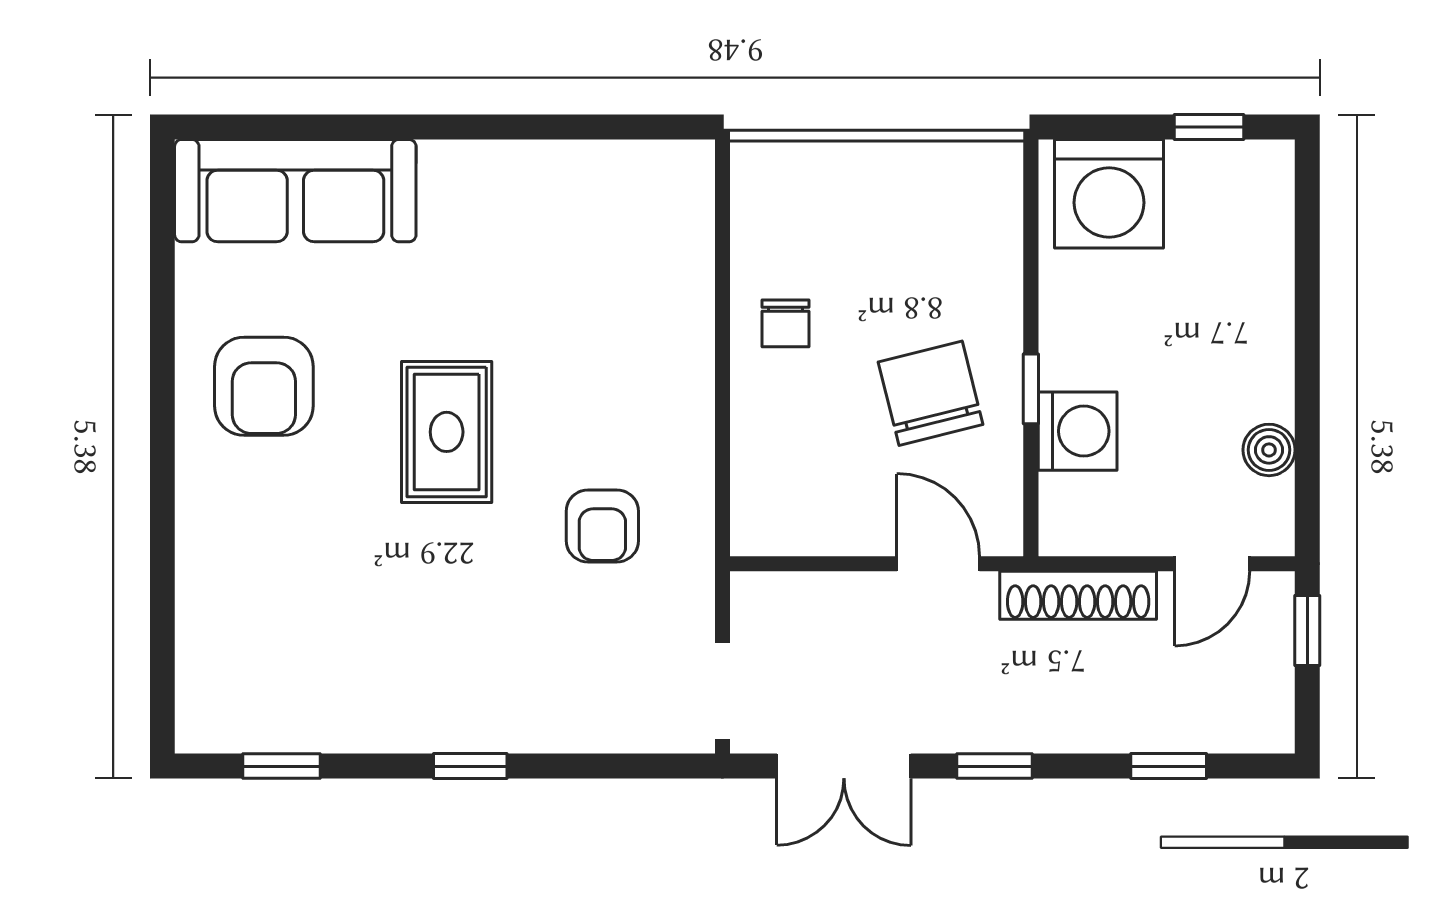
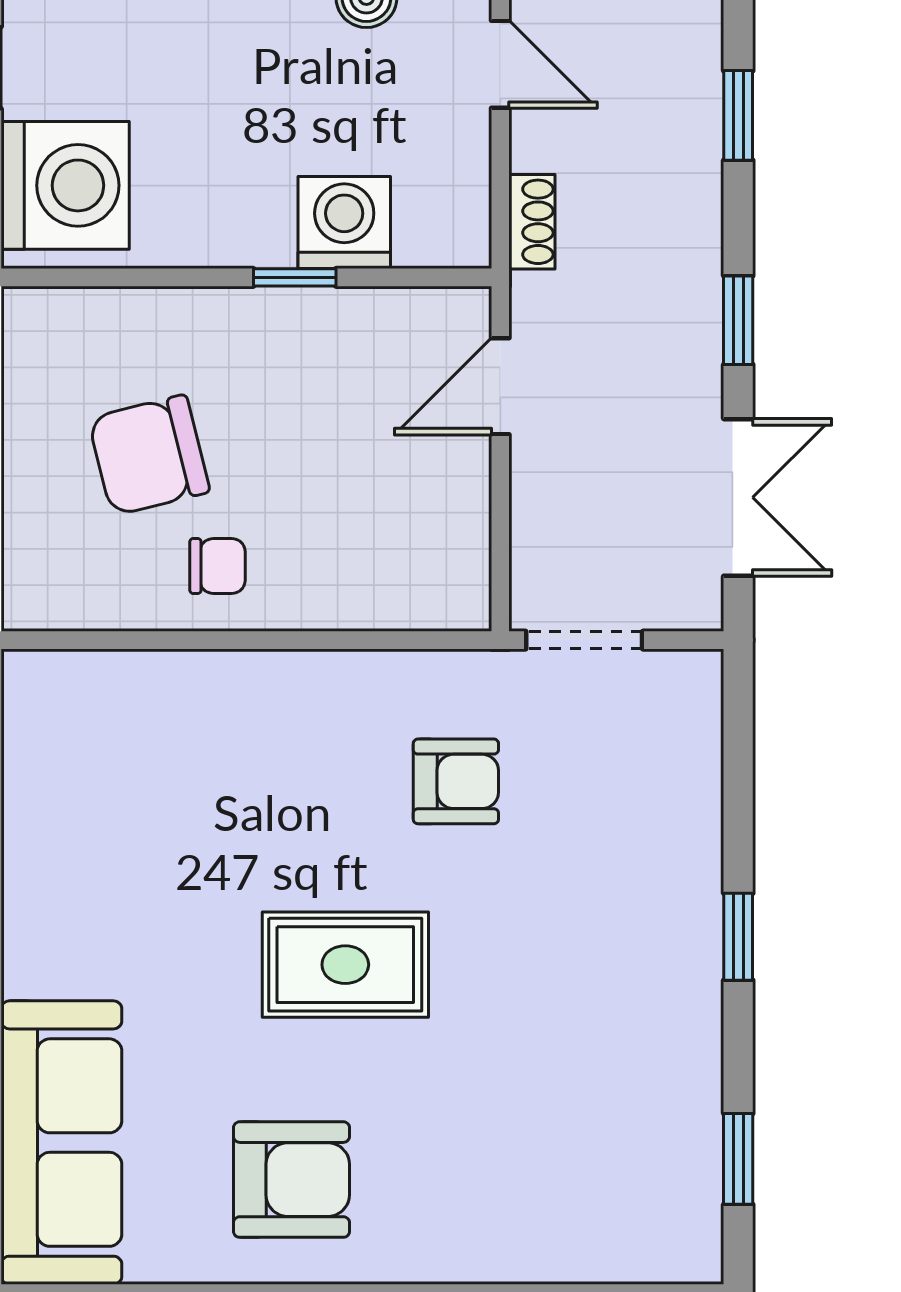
chair: (931, 393) -> (149, 455), moved
shoe rack: (1078, 595) -> (532, 222), width x0.51, depth x0.81
doorway: (722, 691) -> (584, 640), moved

